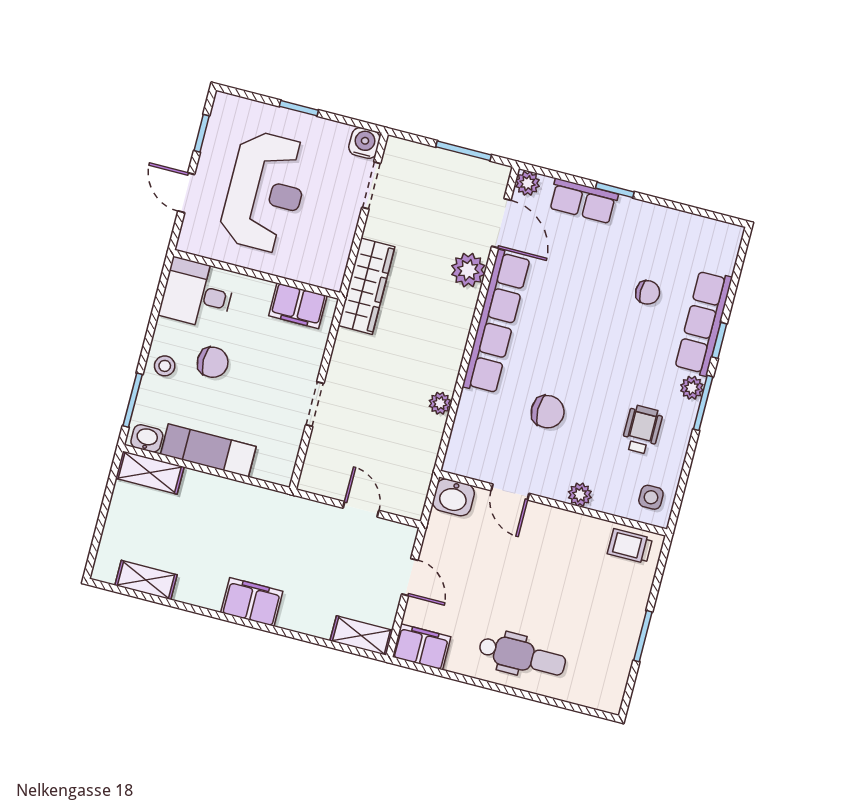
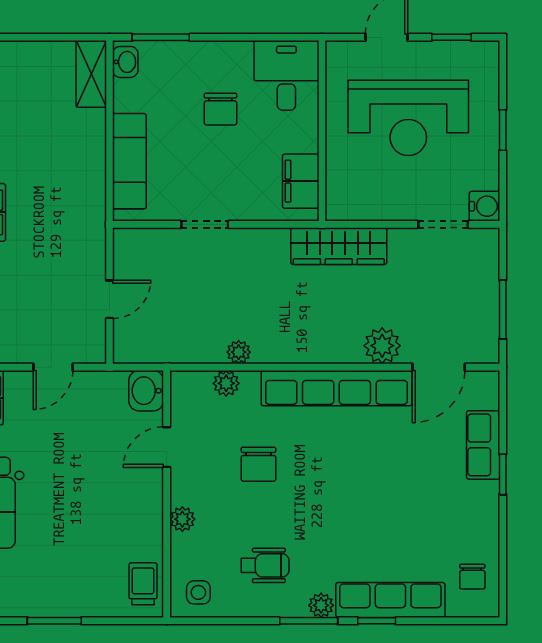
plant: (527, 183) -> (226, 383), moved
chair: (648, 292) -> (472, 577), moved
stool: (165, 366) -> (204, 61), removed
exam couch: (208, 450) -> (129, 161), moved

